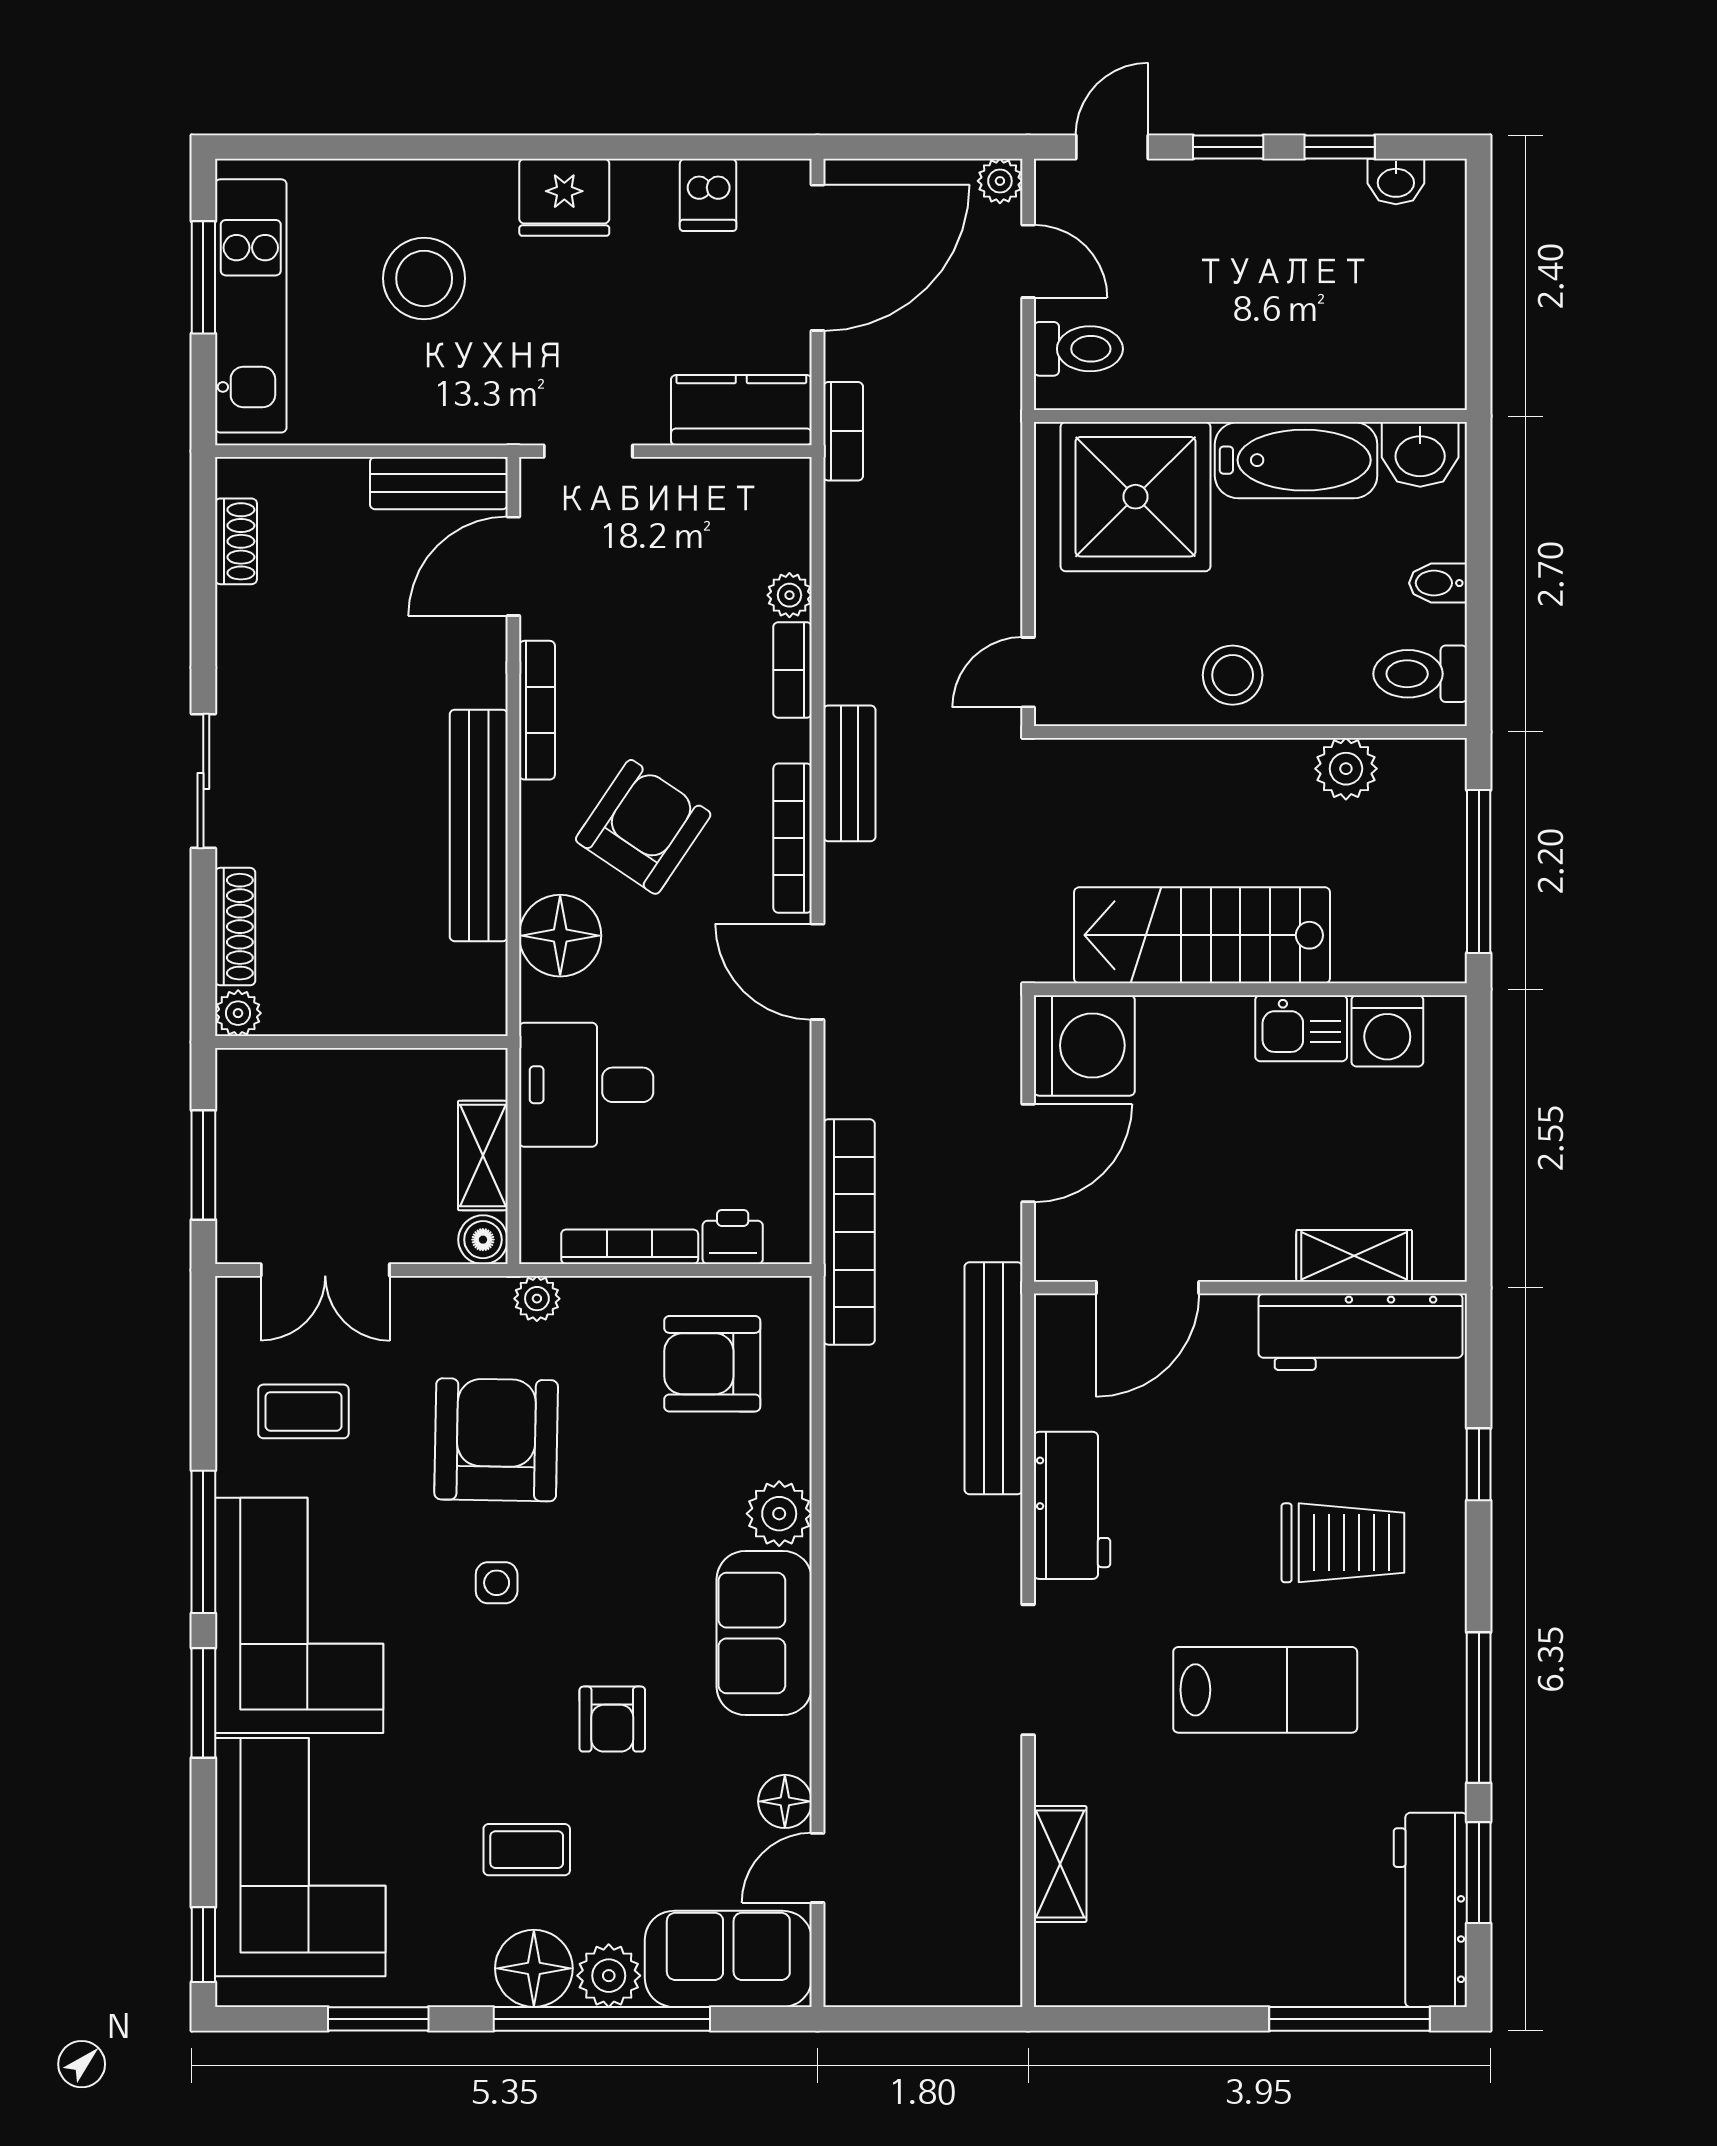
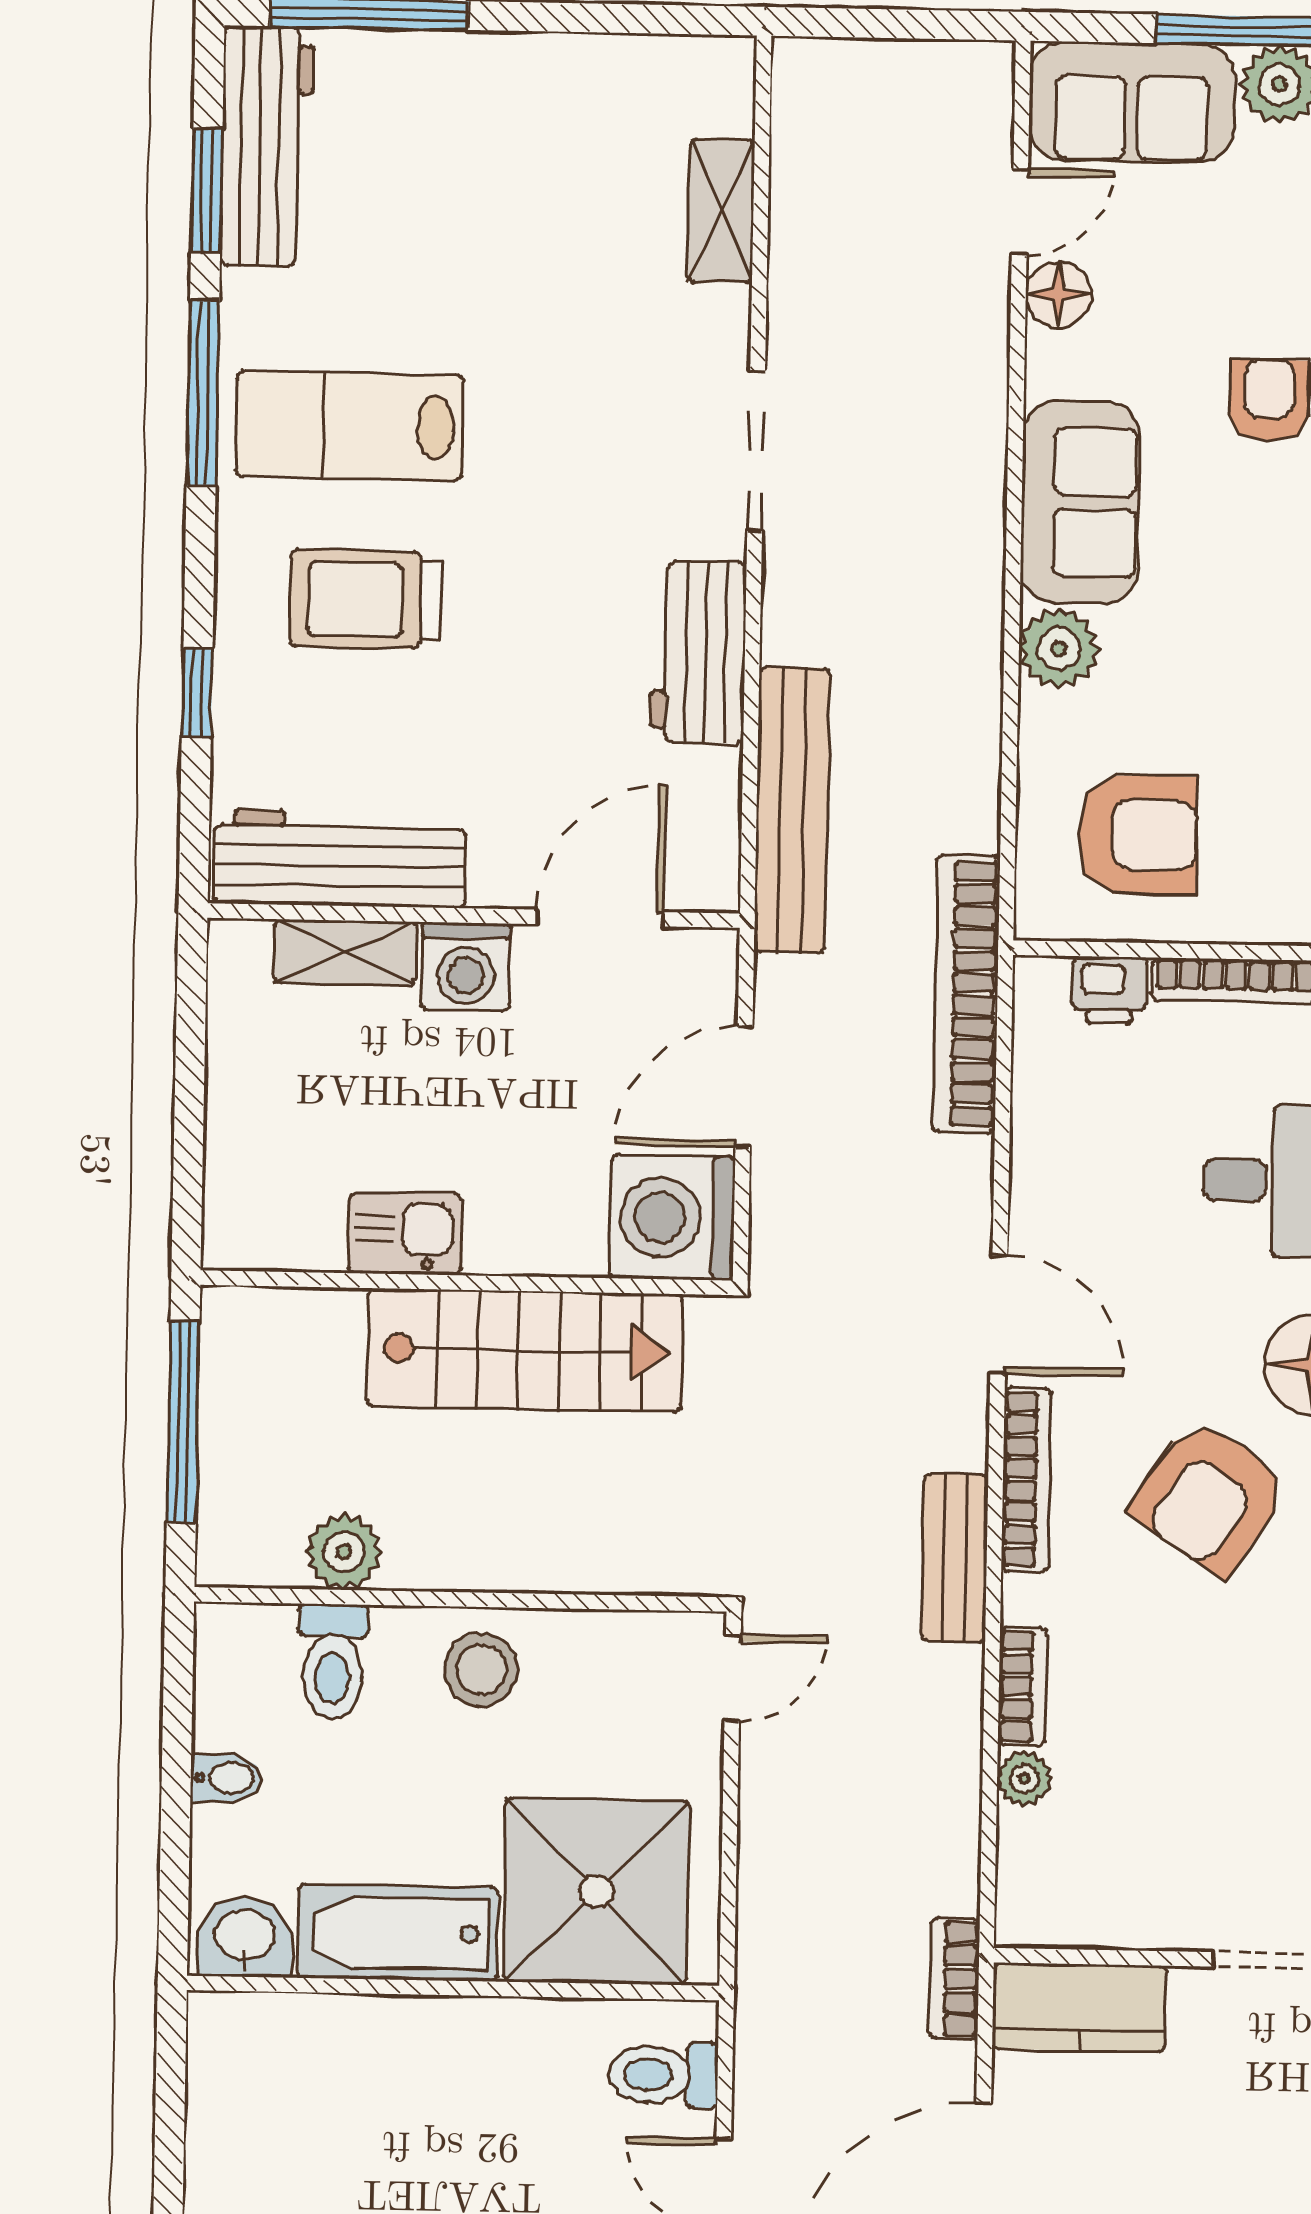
toilet: (1420, 674) -> (333, 1662), moved, turned 90
washing machine: (1387, 1031) -> (466, 967), moved, turned 180
lab bench: (1265, 1690) -> (350, 426), moved

